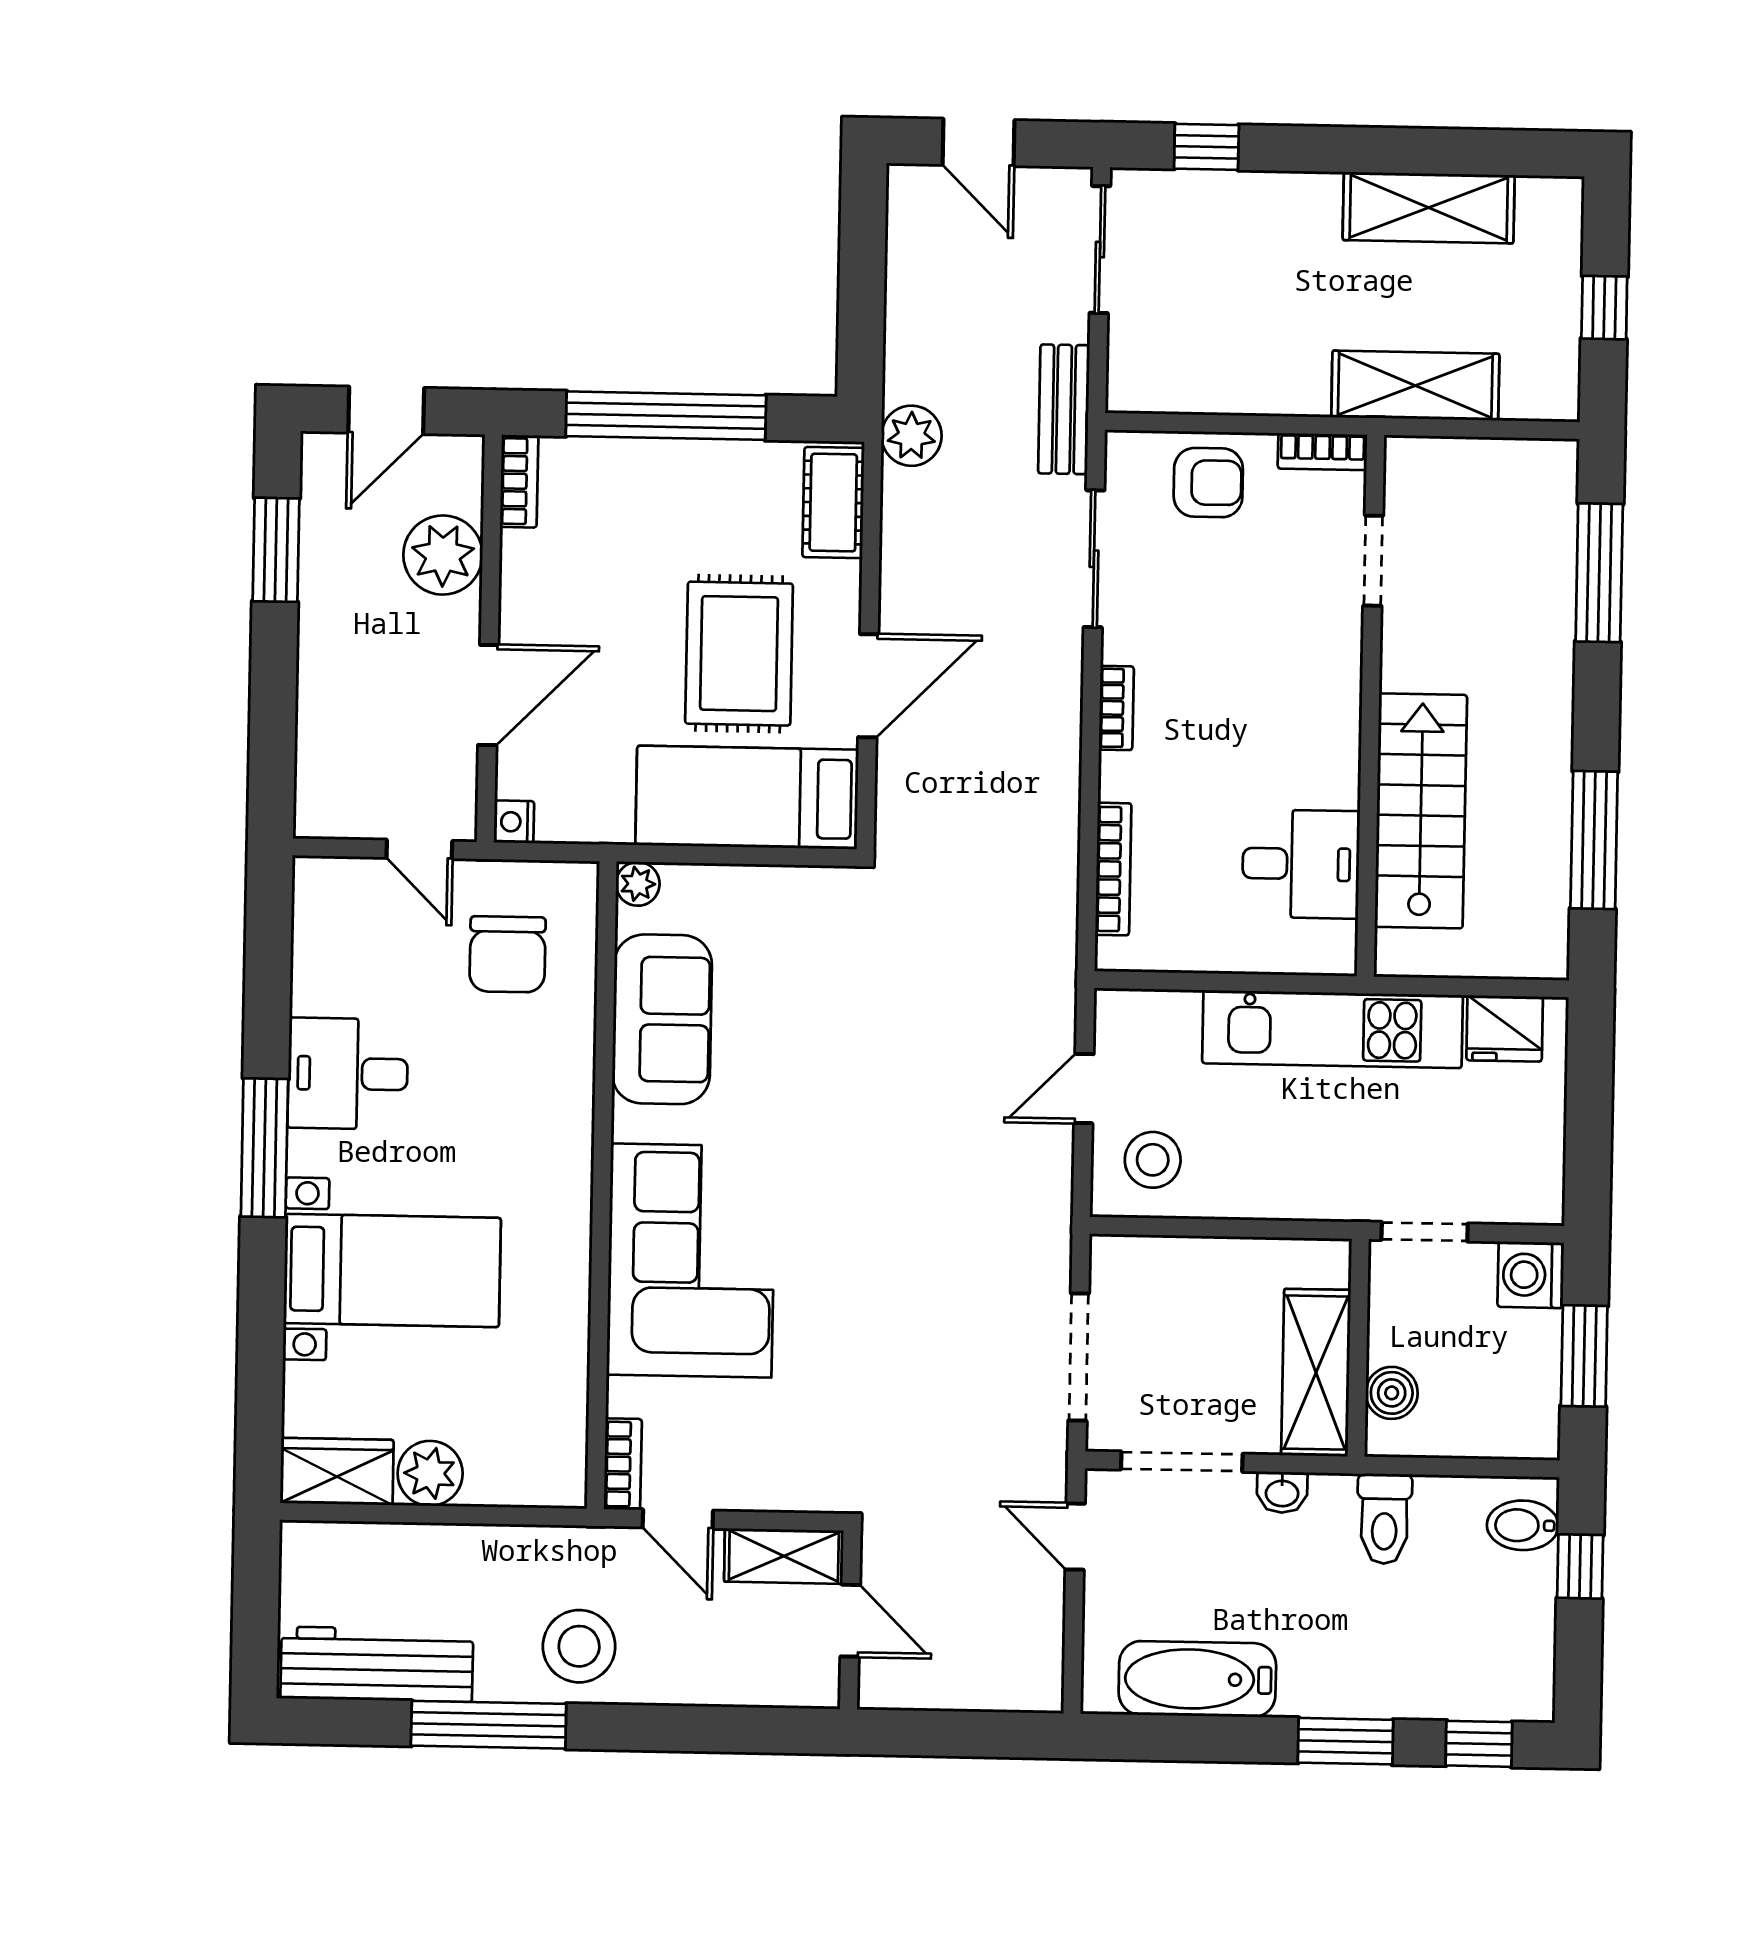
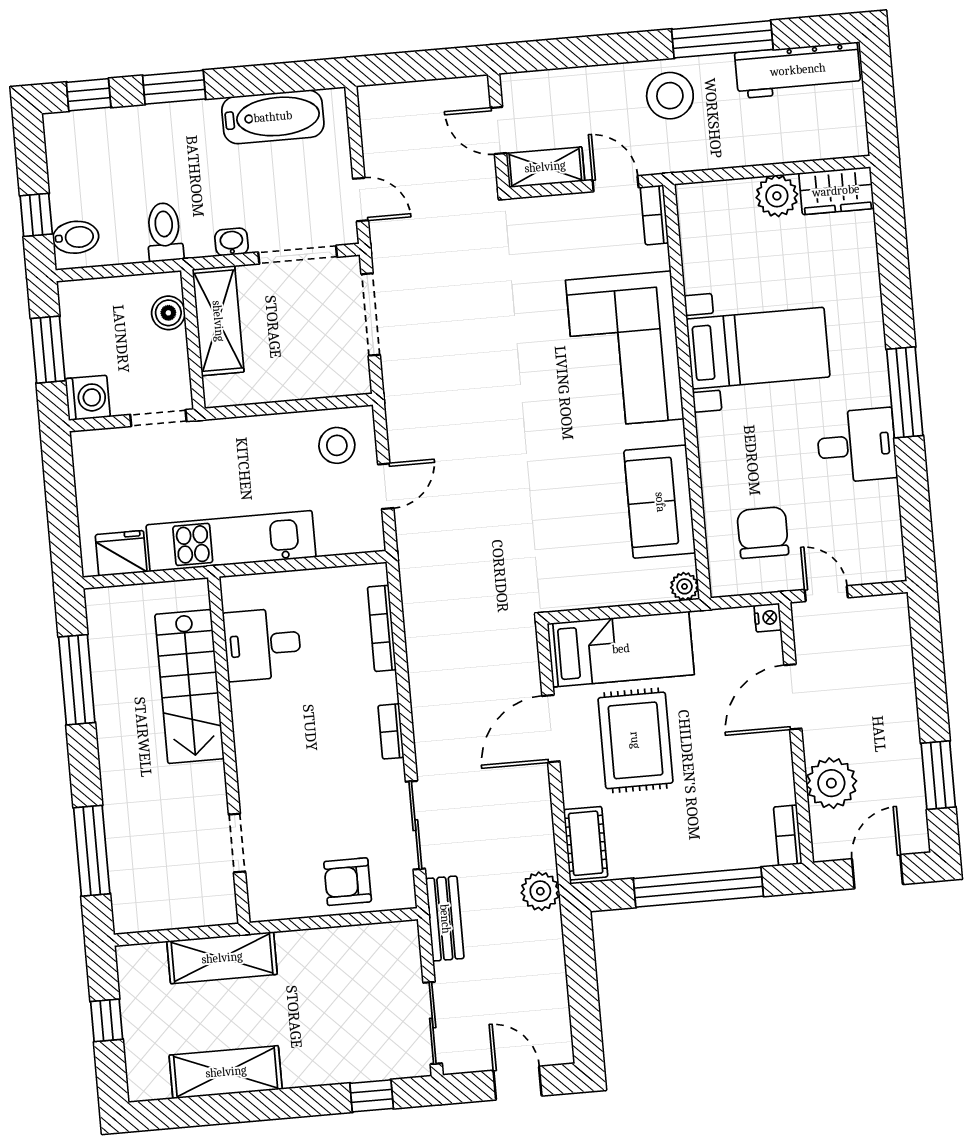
bookcase: (1322, 452) -> (277, 909), removed
bed with nightstands: (392, 1270) -> (758, 348), moved, turned 180

